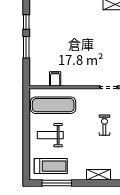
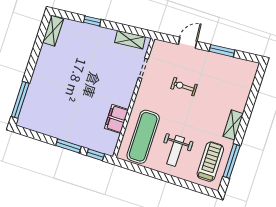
window: (26, 22) -> (95, 155), moved
filing cabinet: (55, 79) -> (116, 119), width x2.00
shelving: (98, 175) -> (233, 125), moved

